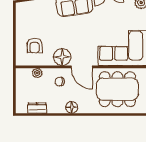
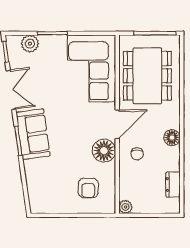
armchair: (35, 46) -> (88, 188), turned 90
plant: (37, 73) -> (126, 207), moved

